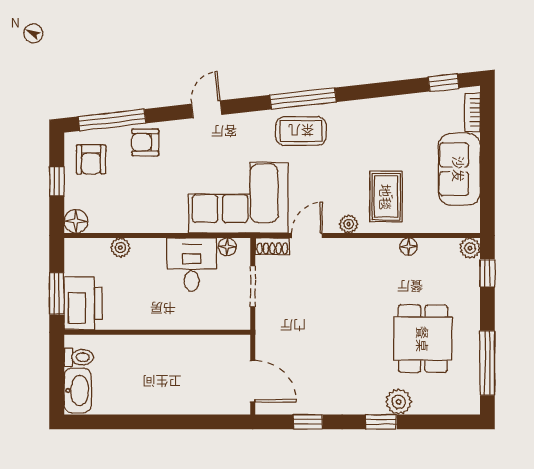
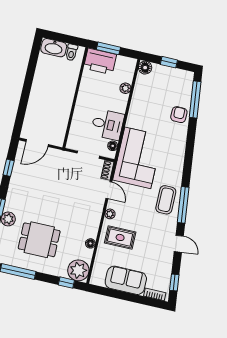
door: (207, 109) -> (179, 244), moved
armchair: (91, 159) -> (176, 83), removed
plant: (470, 248) -> (78, 270), width x1.88, depth x1.88

